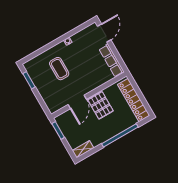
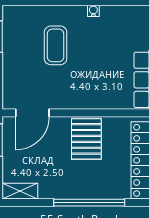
door: (77, 102) -> (32, 113), moved

